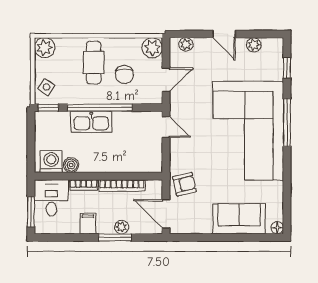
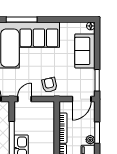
armchair: (184, 184) -> (49, 85), moved
plant: (122, 227) -> (90, 140), moved
window: (195, 237) -> (97, 80), added

